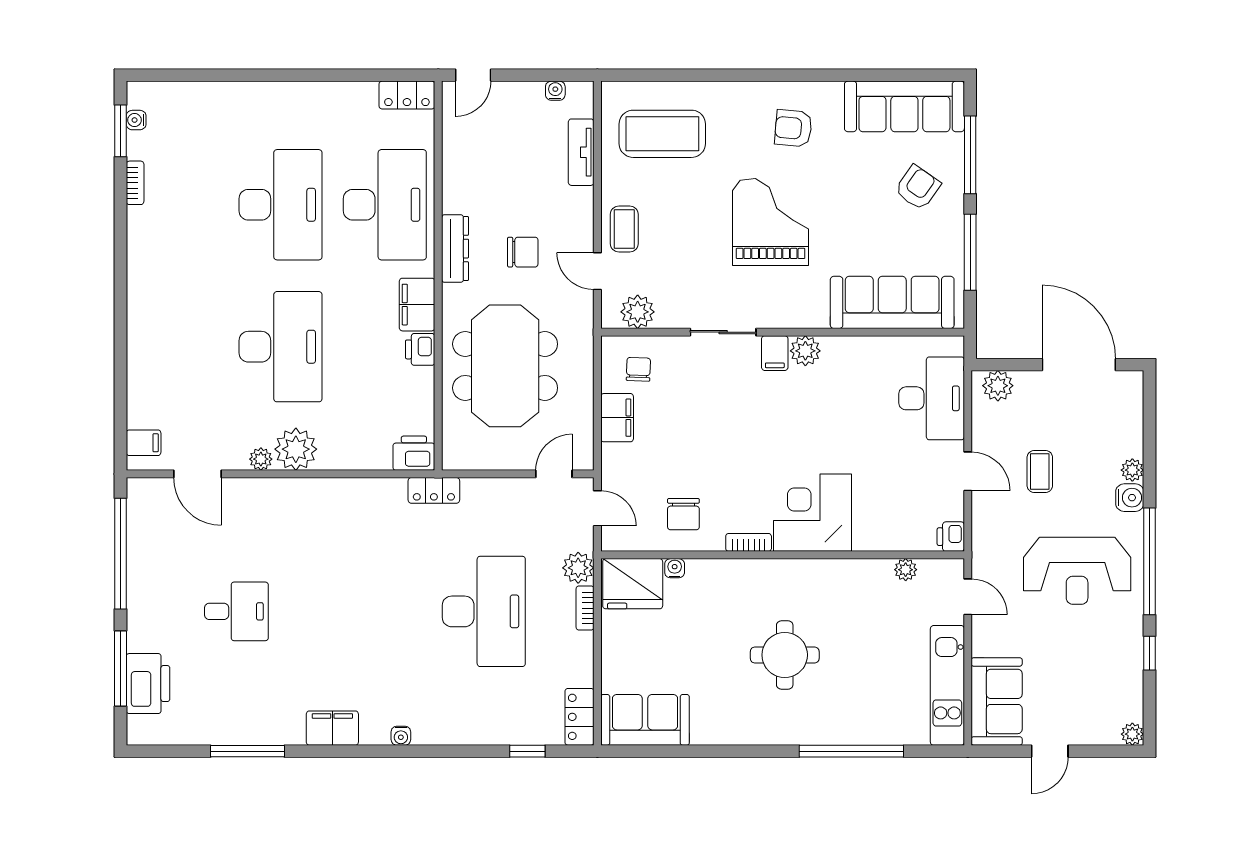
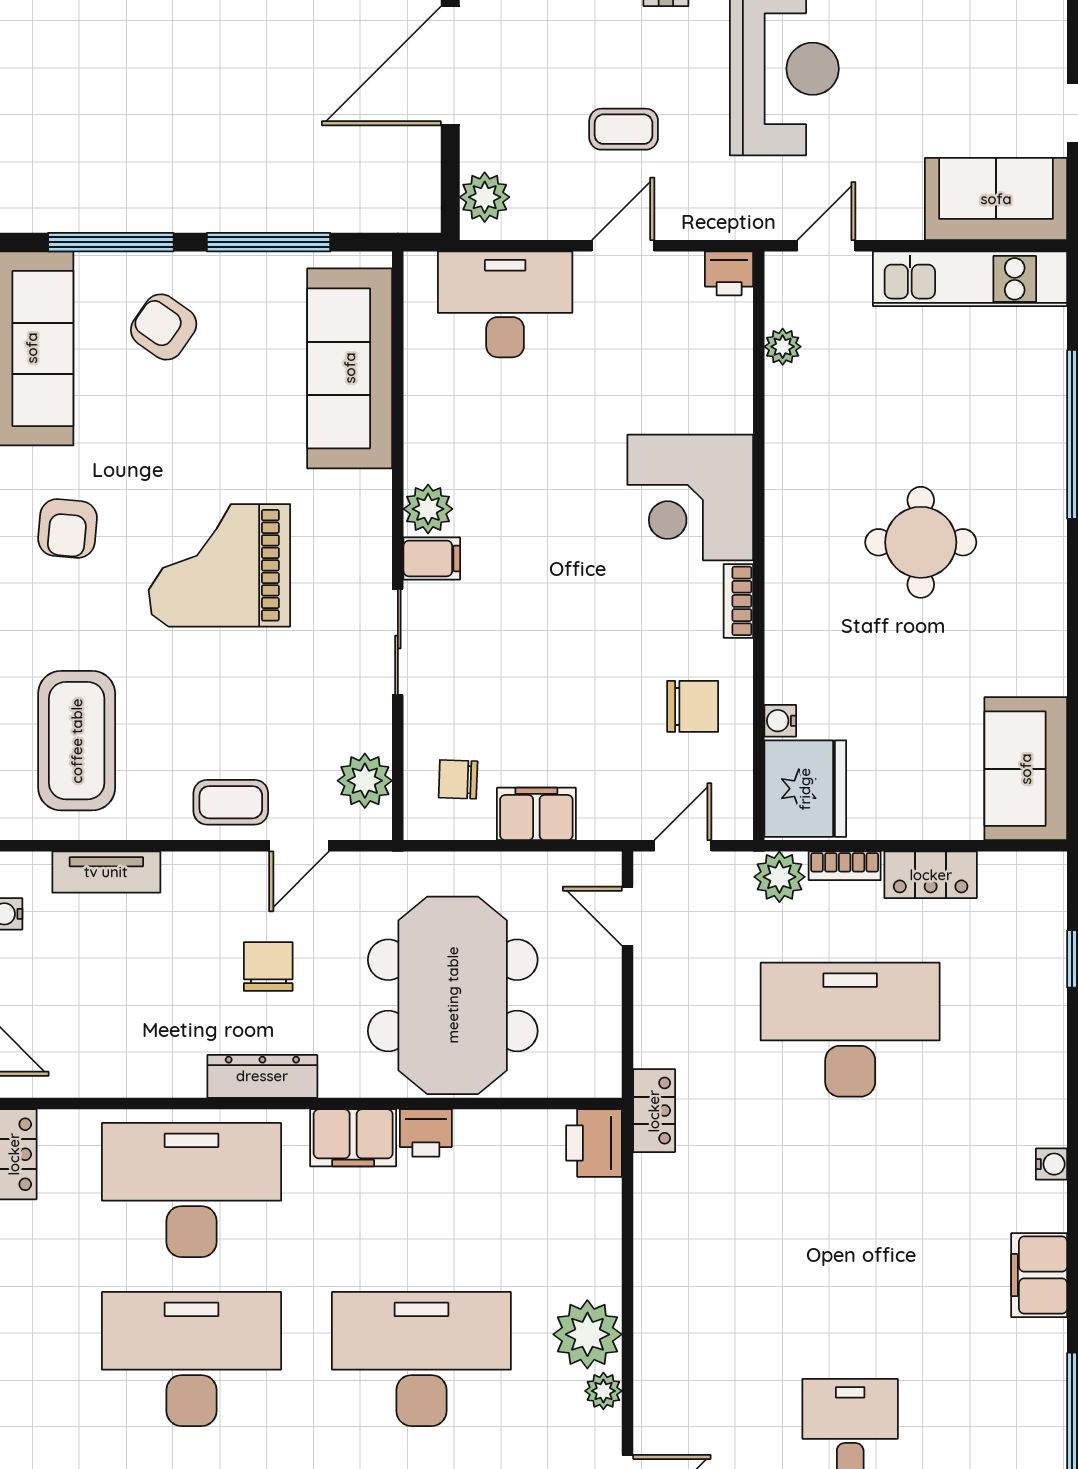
meeting table: (505, 366) -> (453, 995), turned 90
locker: (579, 717) -> (931, 875), moved

